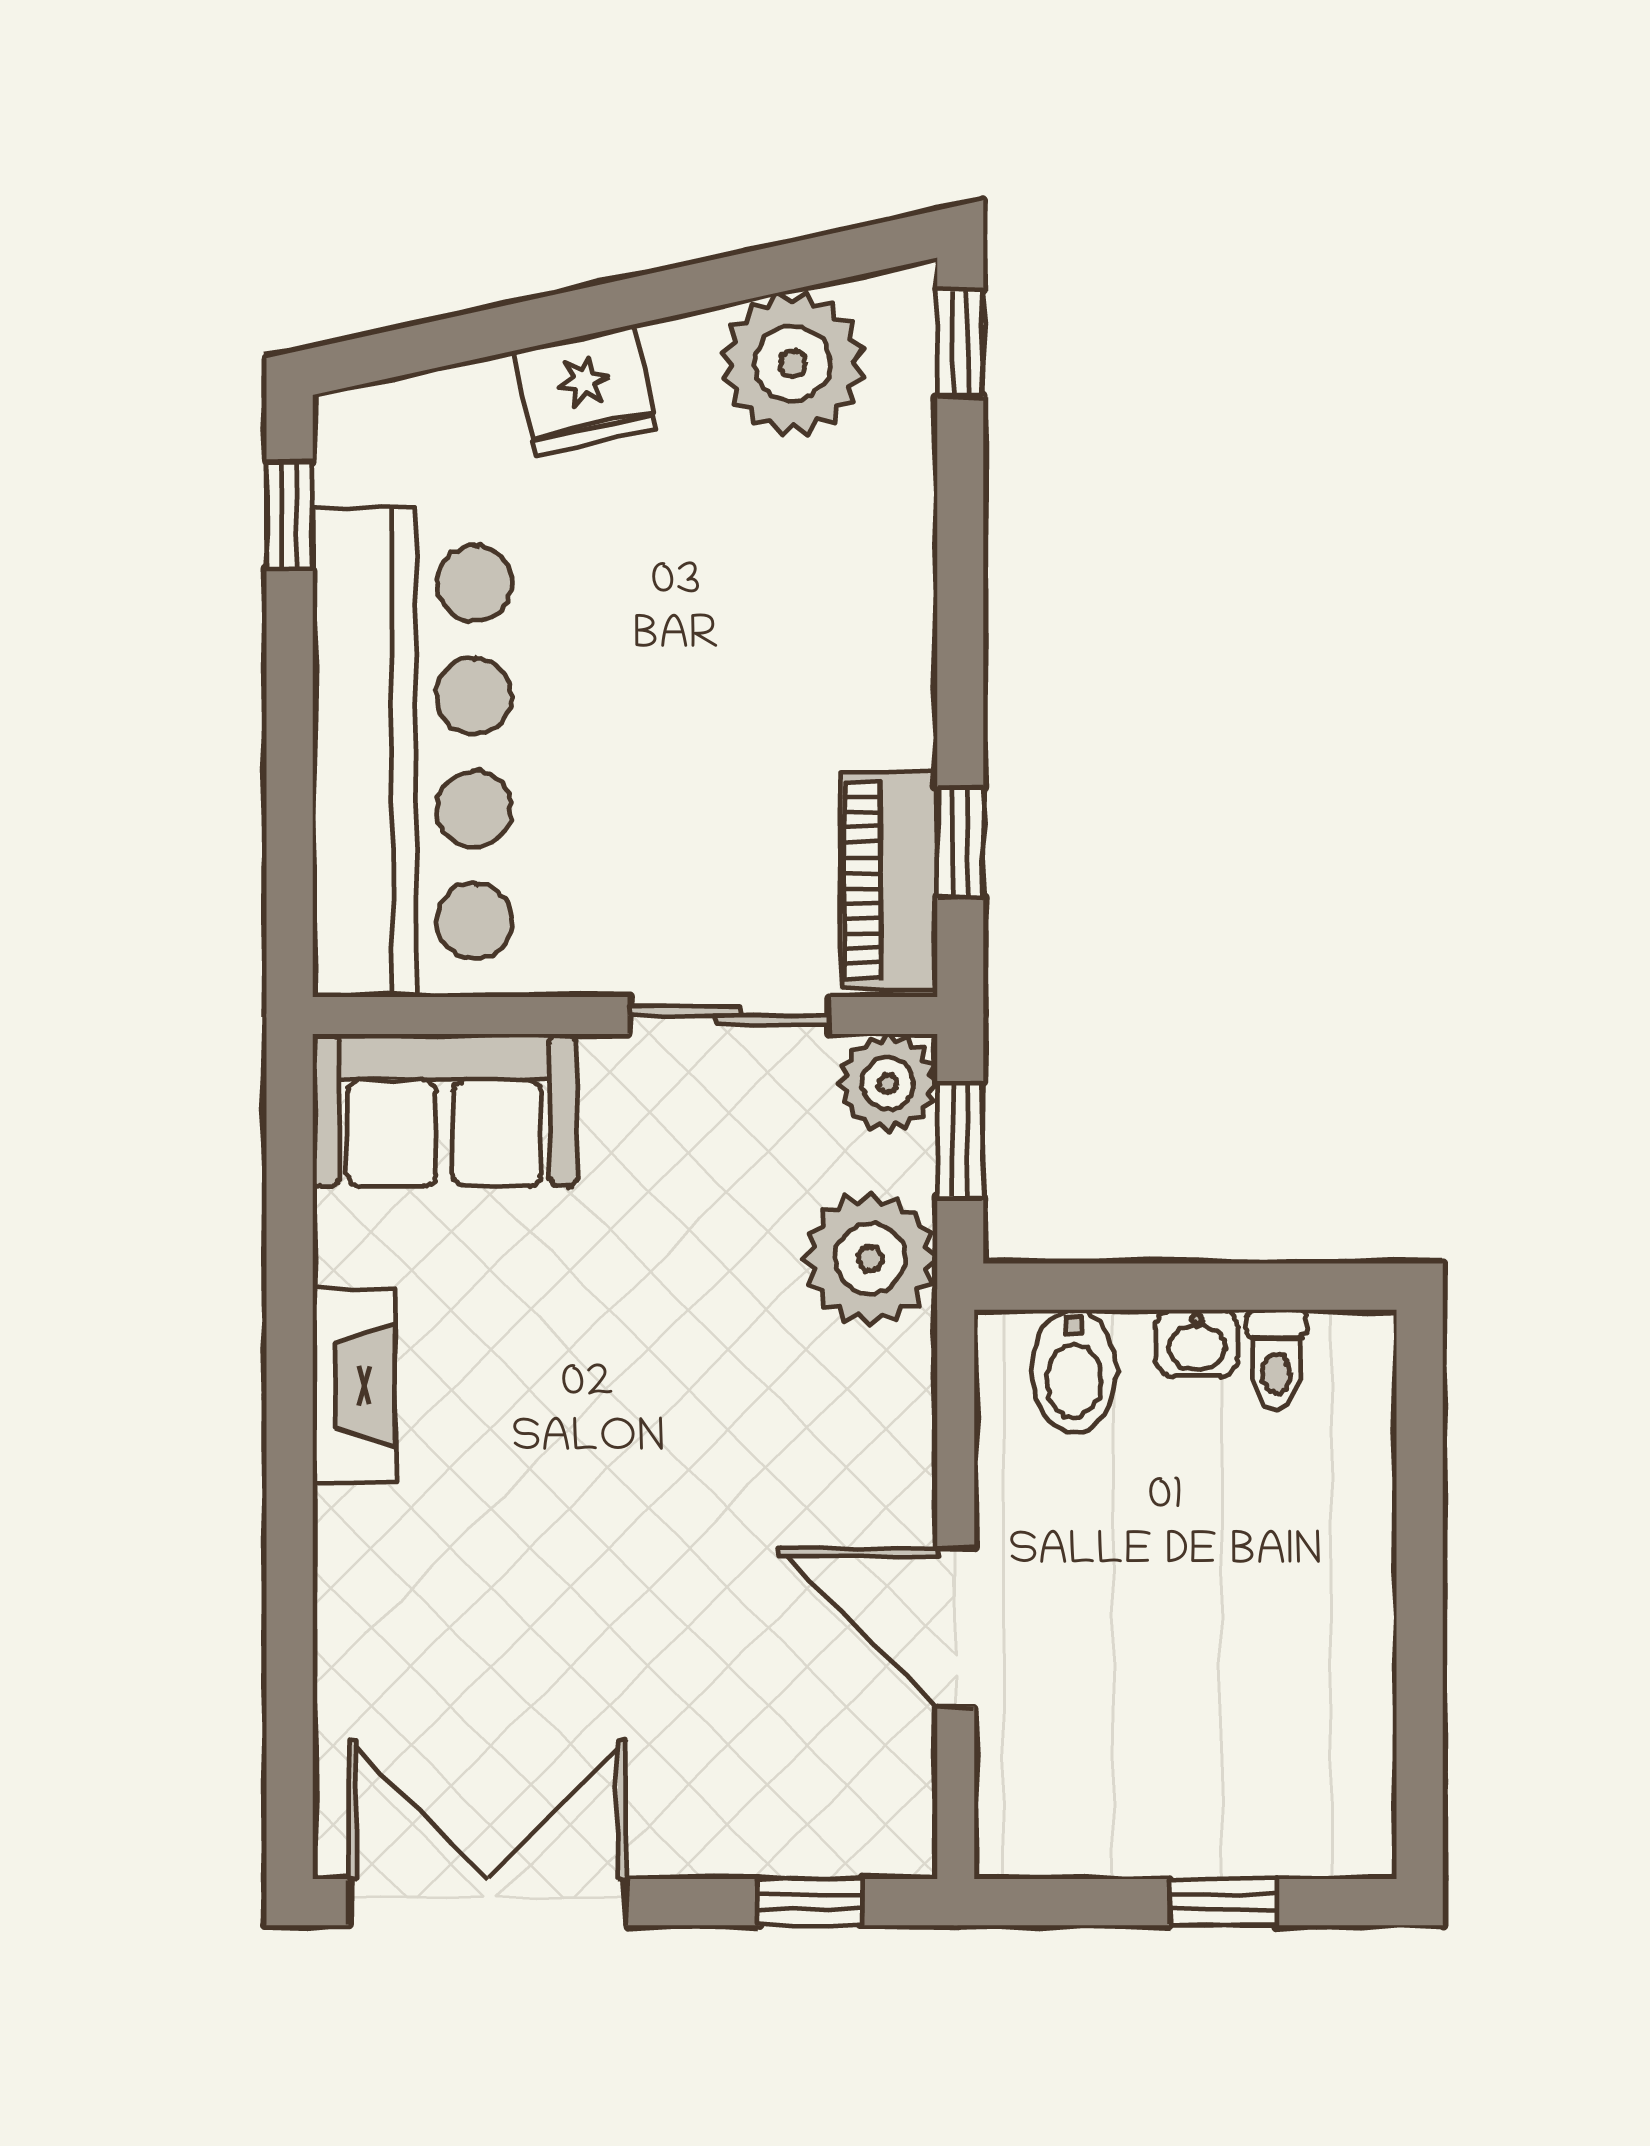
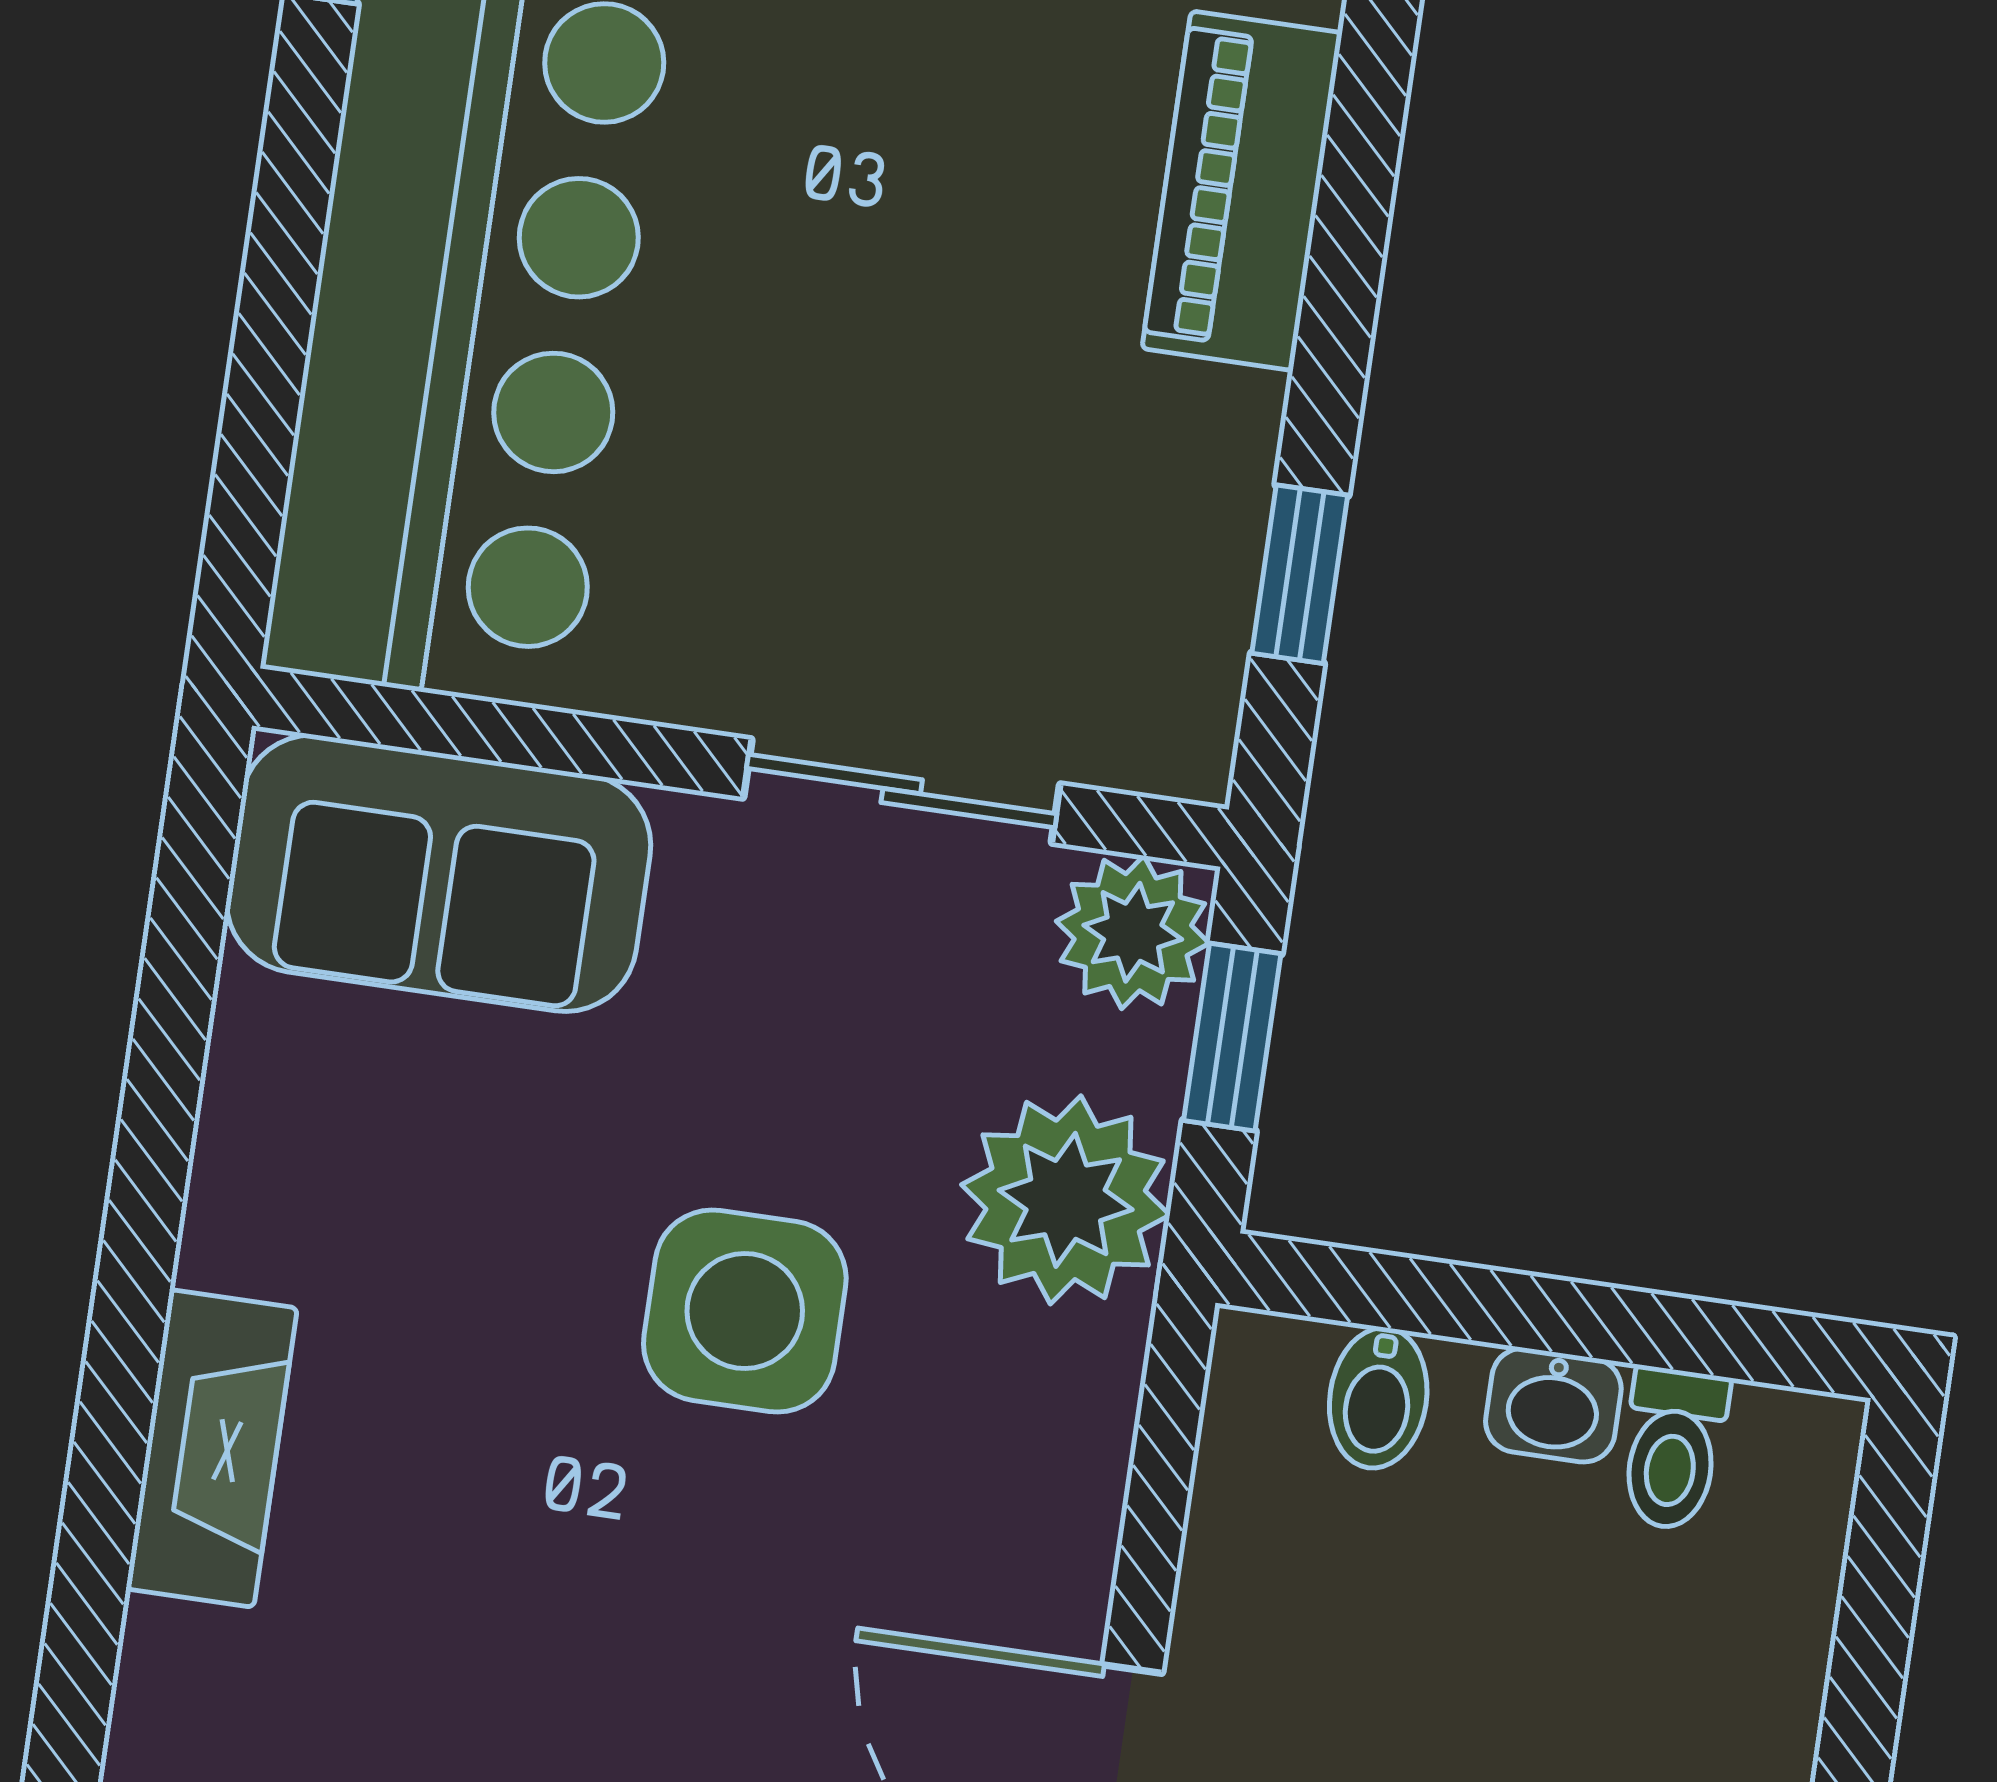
piano: (889, 880) -> (1242, 191), moved
side table: (678, 1358) -> (745, 1311), added
bidet: (1074, 1371) -> (1378, 1398), width x0.72, depth x0.74
fireplace: (354, 1385) -> (211, 1448), moved

